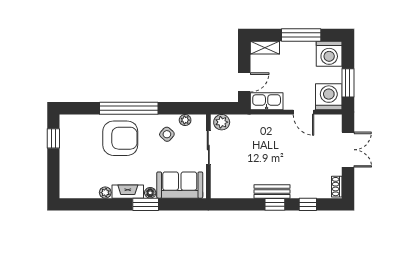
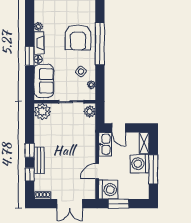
washing machine: (329, 54) -> (140, 164), moved
plant: (222, 187) -> (42, 112), added
bench: (272, 191) -> (39, 160), moved

